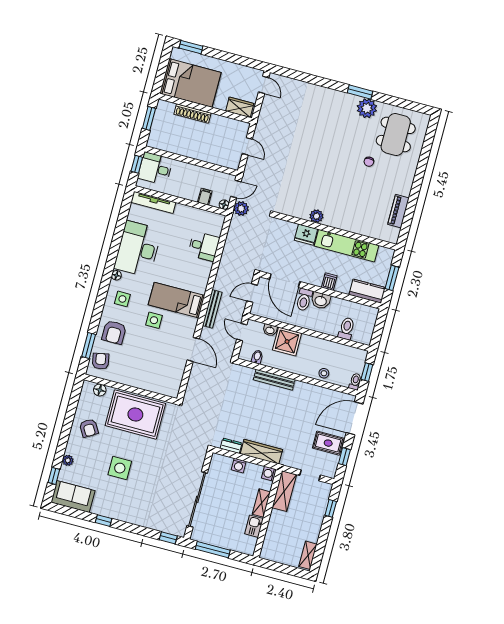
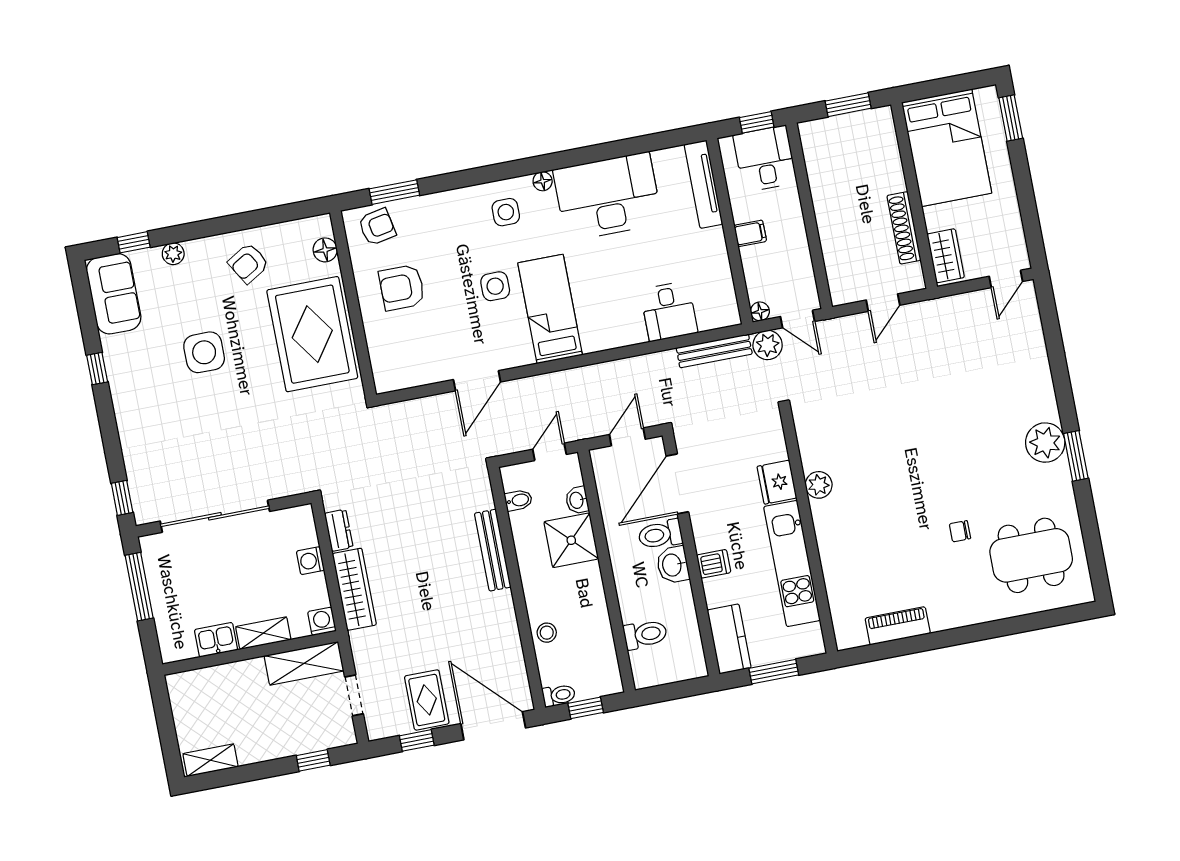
plant: (367, 108) -> (1045, 443), moved
shoe rack: (193, 114) -> (904, 228), moved
filing cabinet: (205, 197) -> (750, 233), moved
door: (252, 293) -> (627, 437), hinge flipped
bench: (212, 309) -> (714, 351), moved
armchair: (114, 332) -> (402, 288), moved

